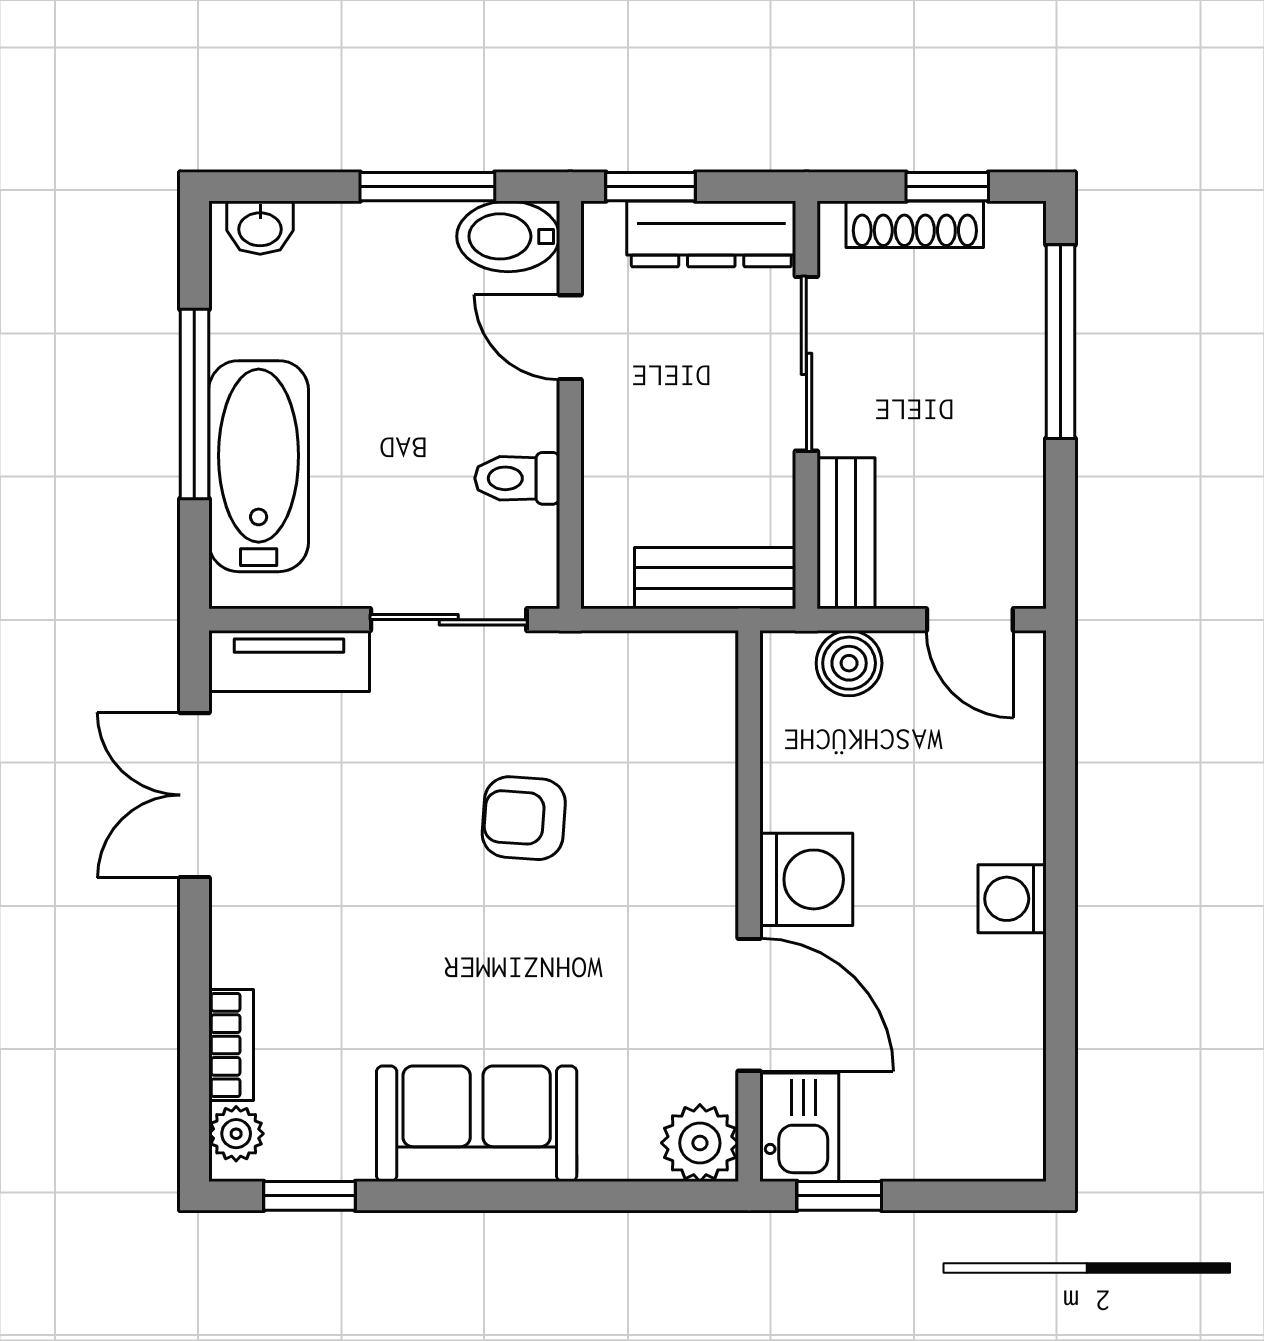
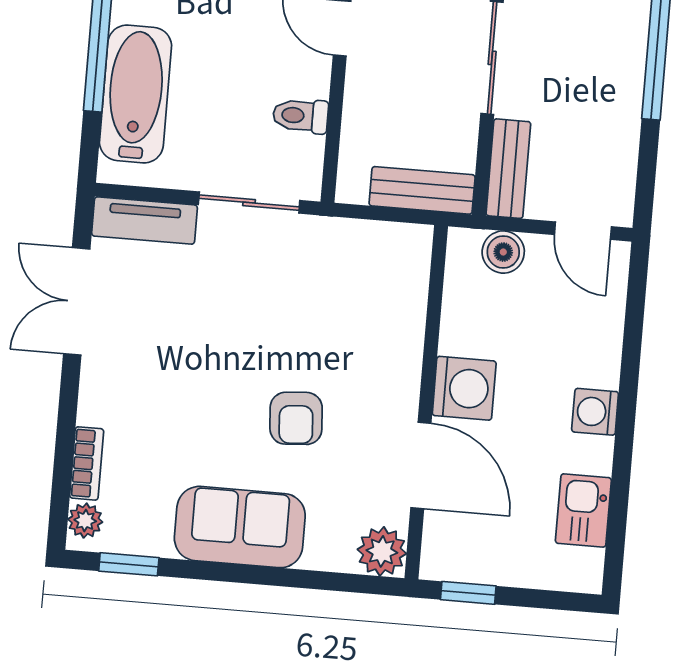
armchair: (524, 818) -> (296, 418), moved, turned -98
kitchen sink: (799, 1127) -> (583, 511), moved, turned 180

